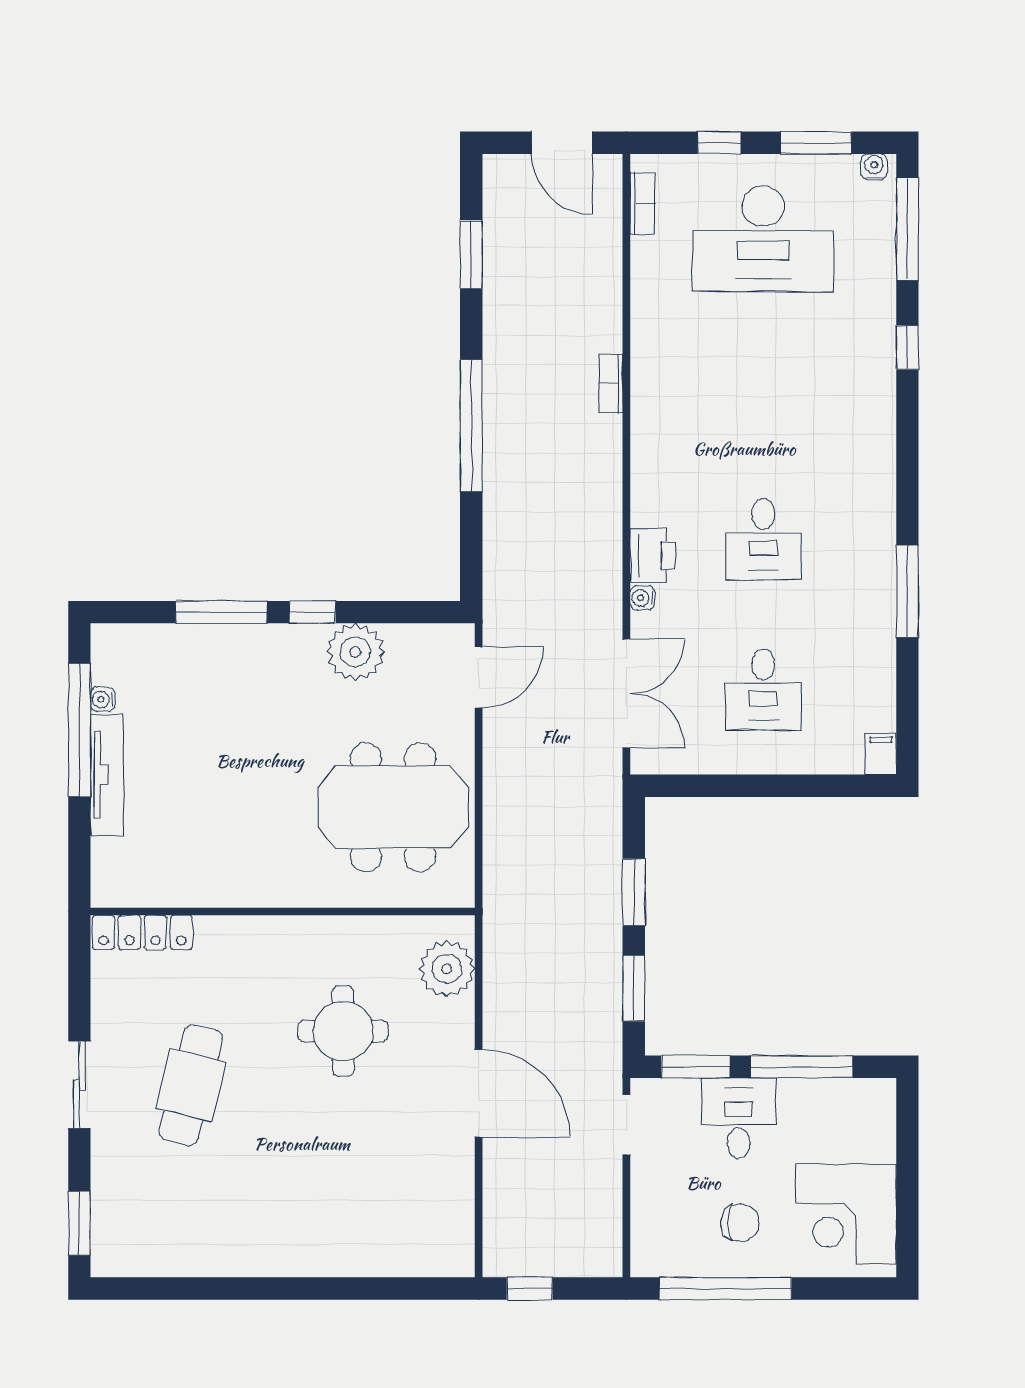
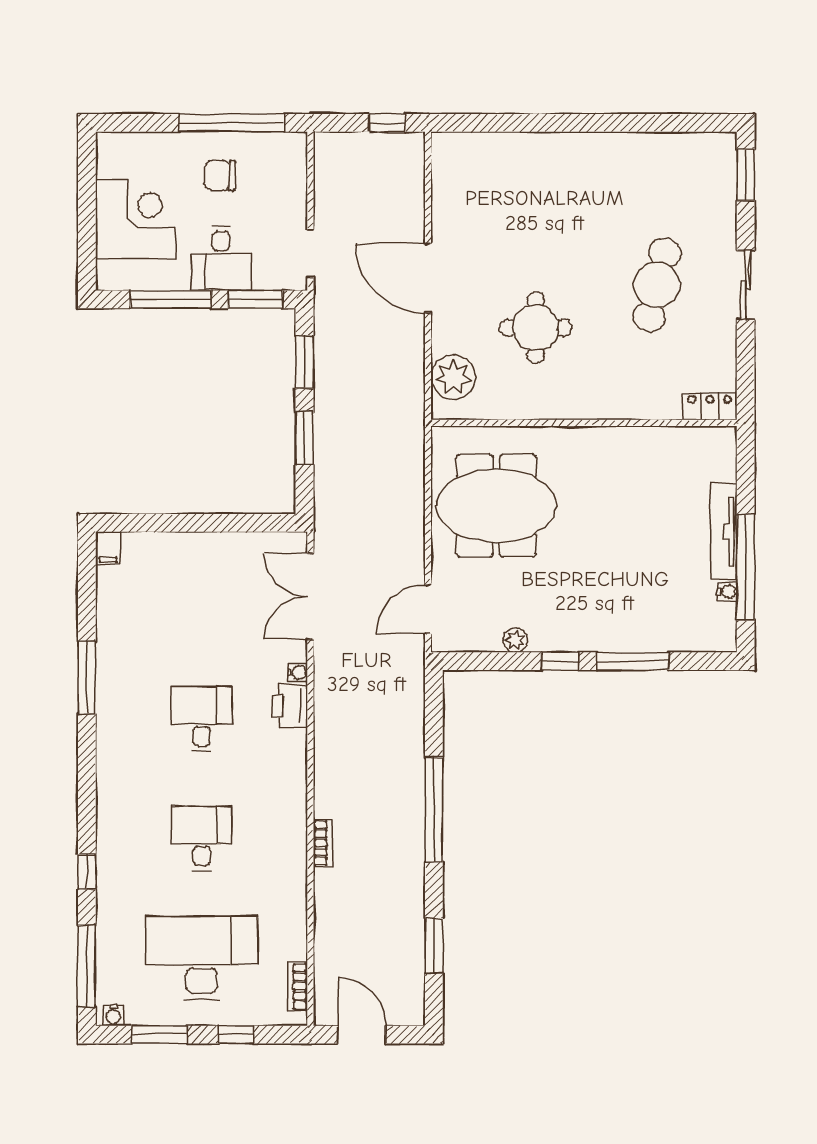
plant: (355, 652) -> (515, 640), width x0.53, depth x0.53
desk: (763, 690) -> (202, 839), moved
locker: (142, 932) -> (710, 406), width x0.66
corner desk: (846, 1214) -> (136, 220), moved

